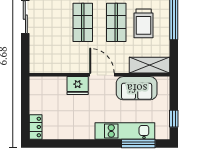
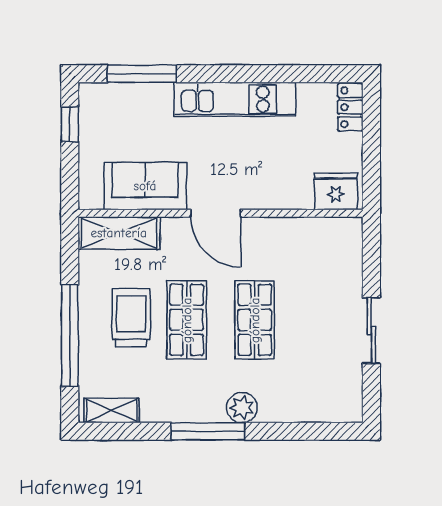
fridge: (78, 86) -> (336, 191), moved
kitchen unit: (125, 131) -> (235, 99), moved

